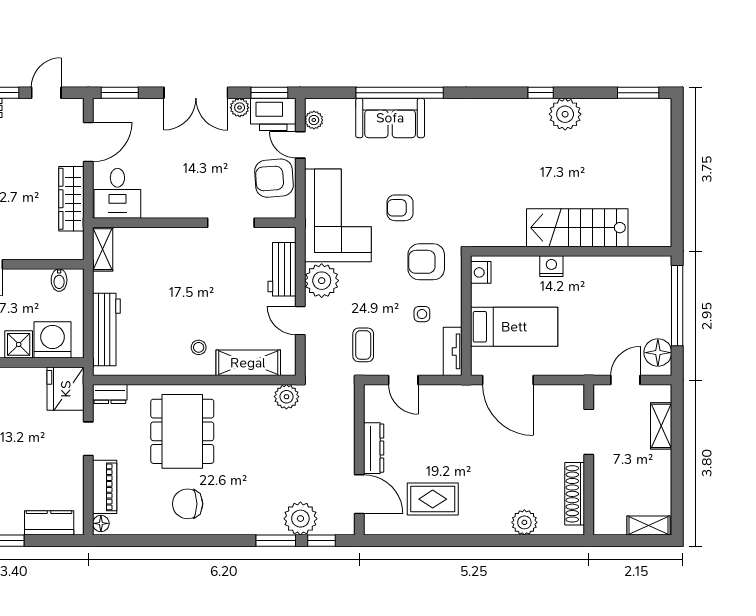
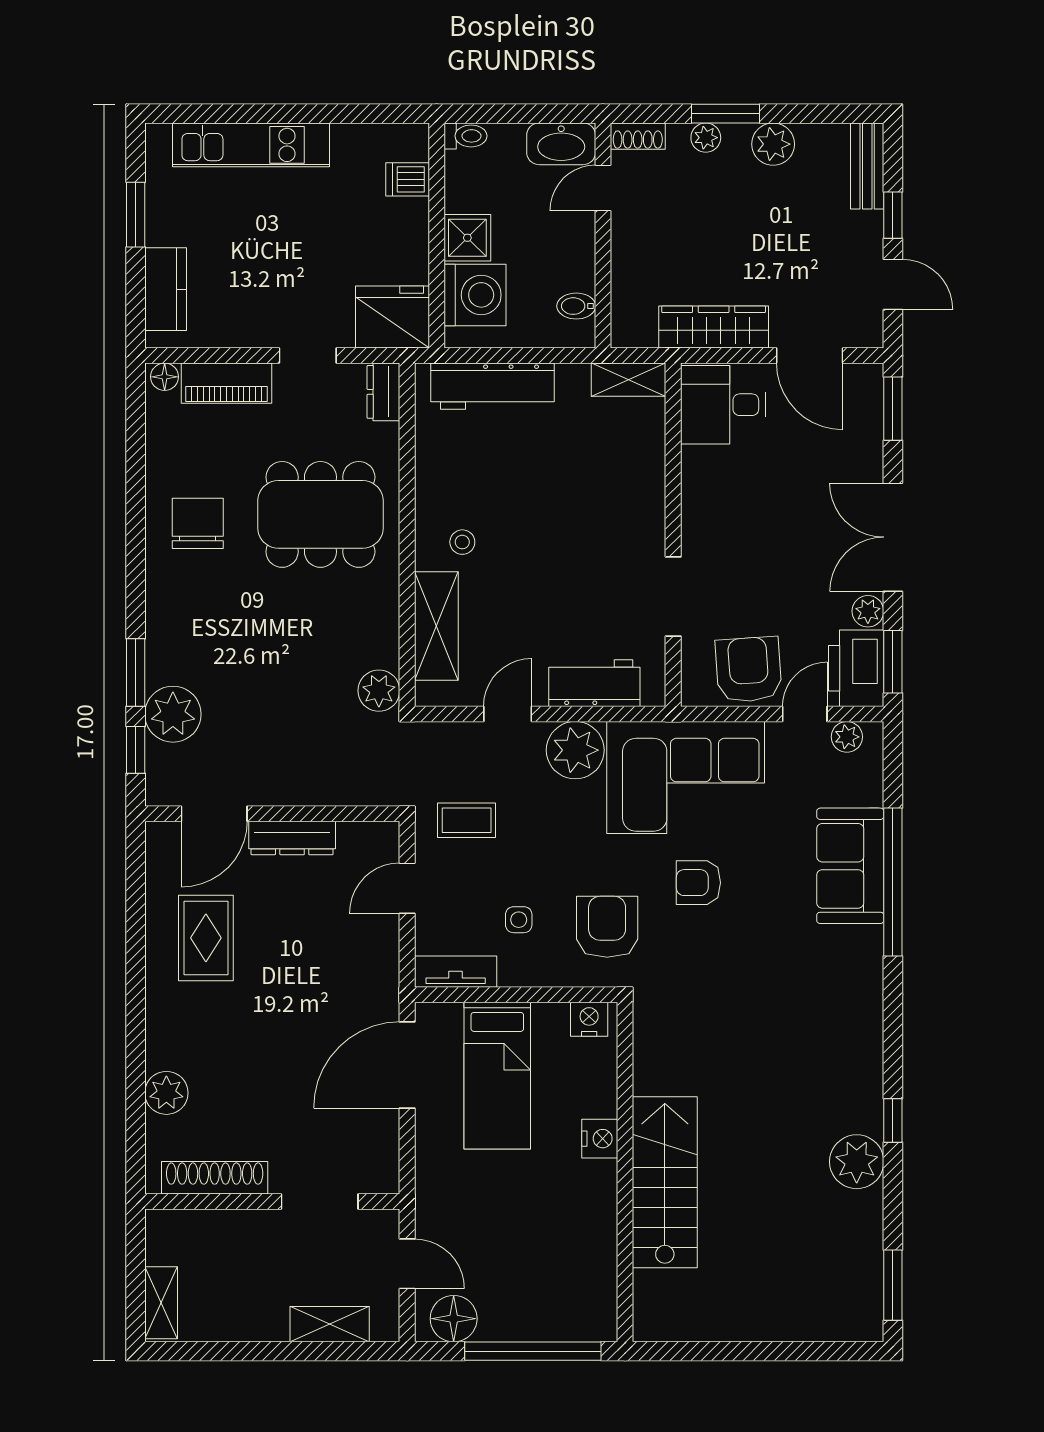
armchair: (400, 208) -> (698, 883), turned -90

